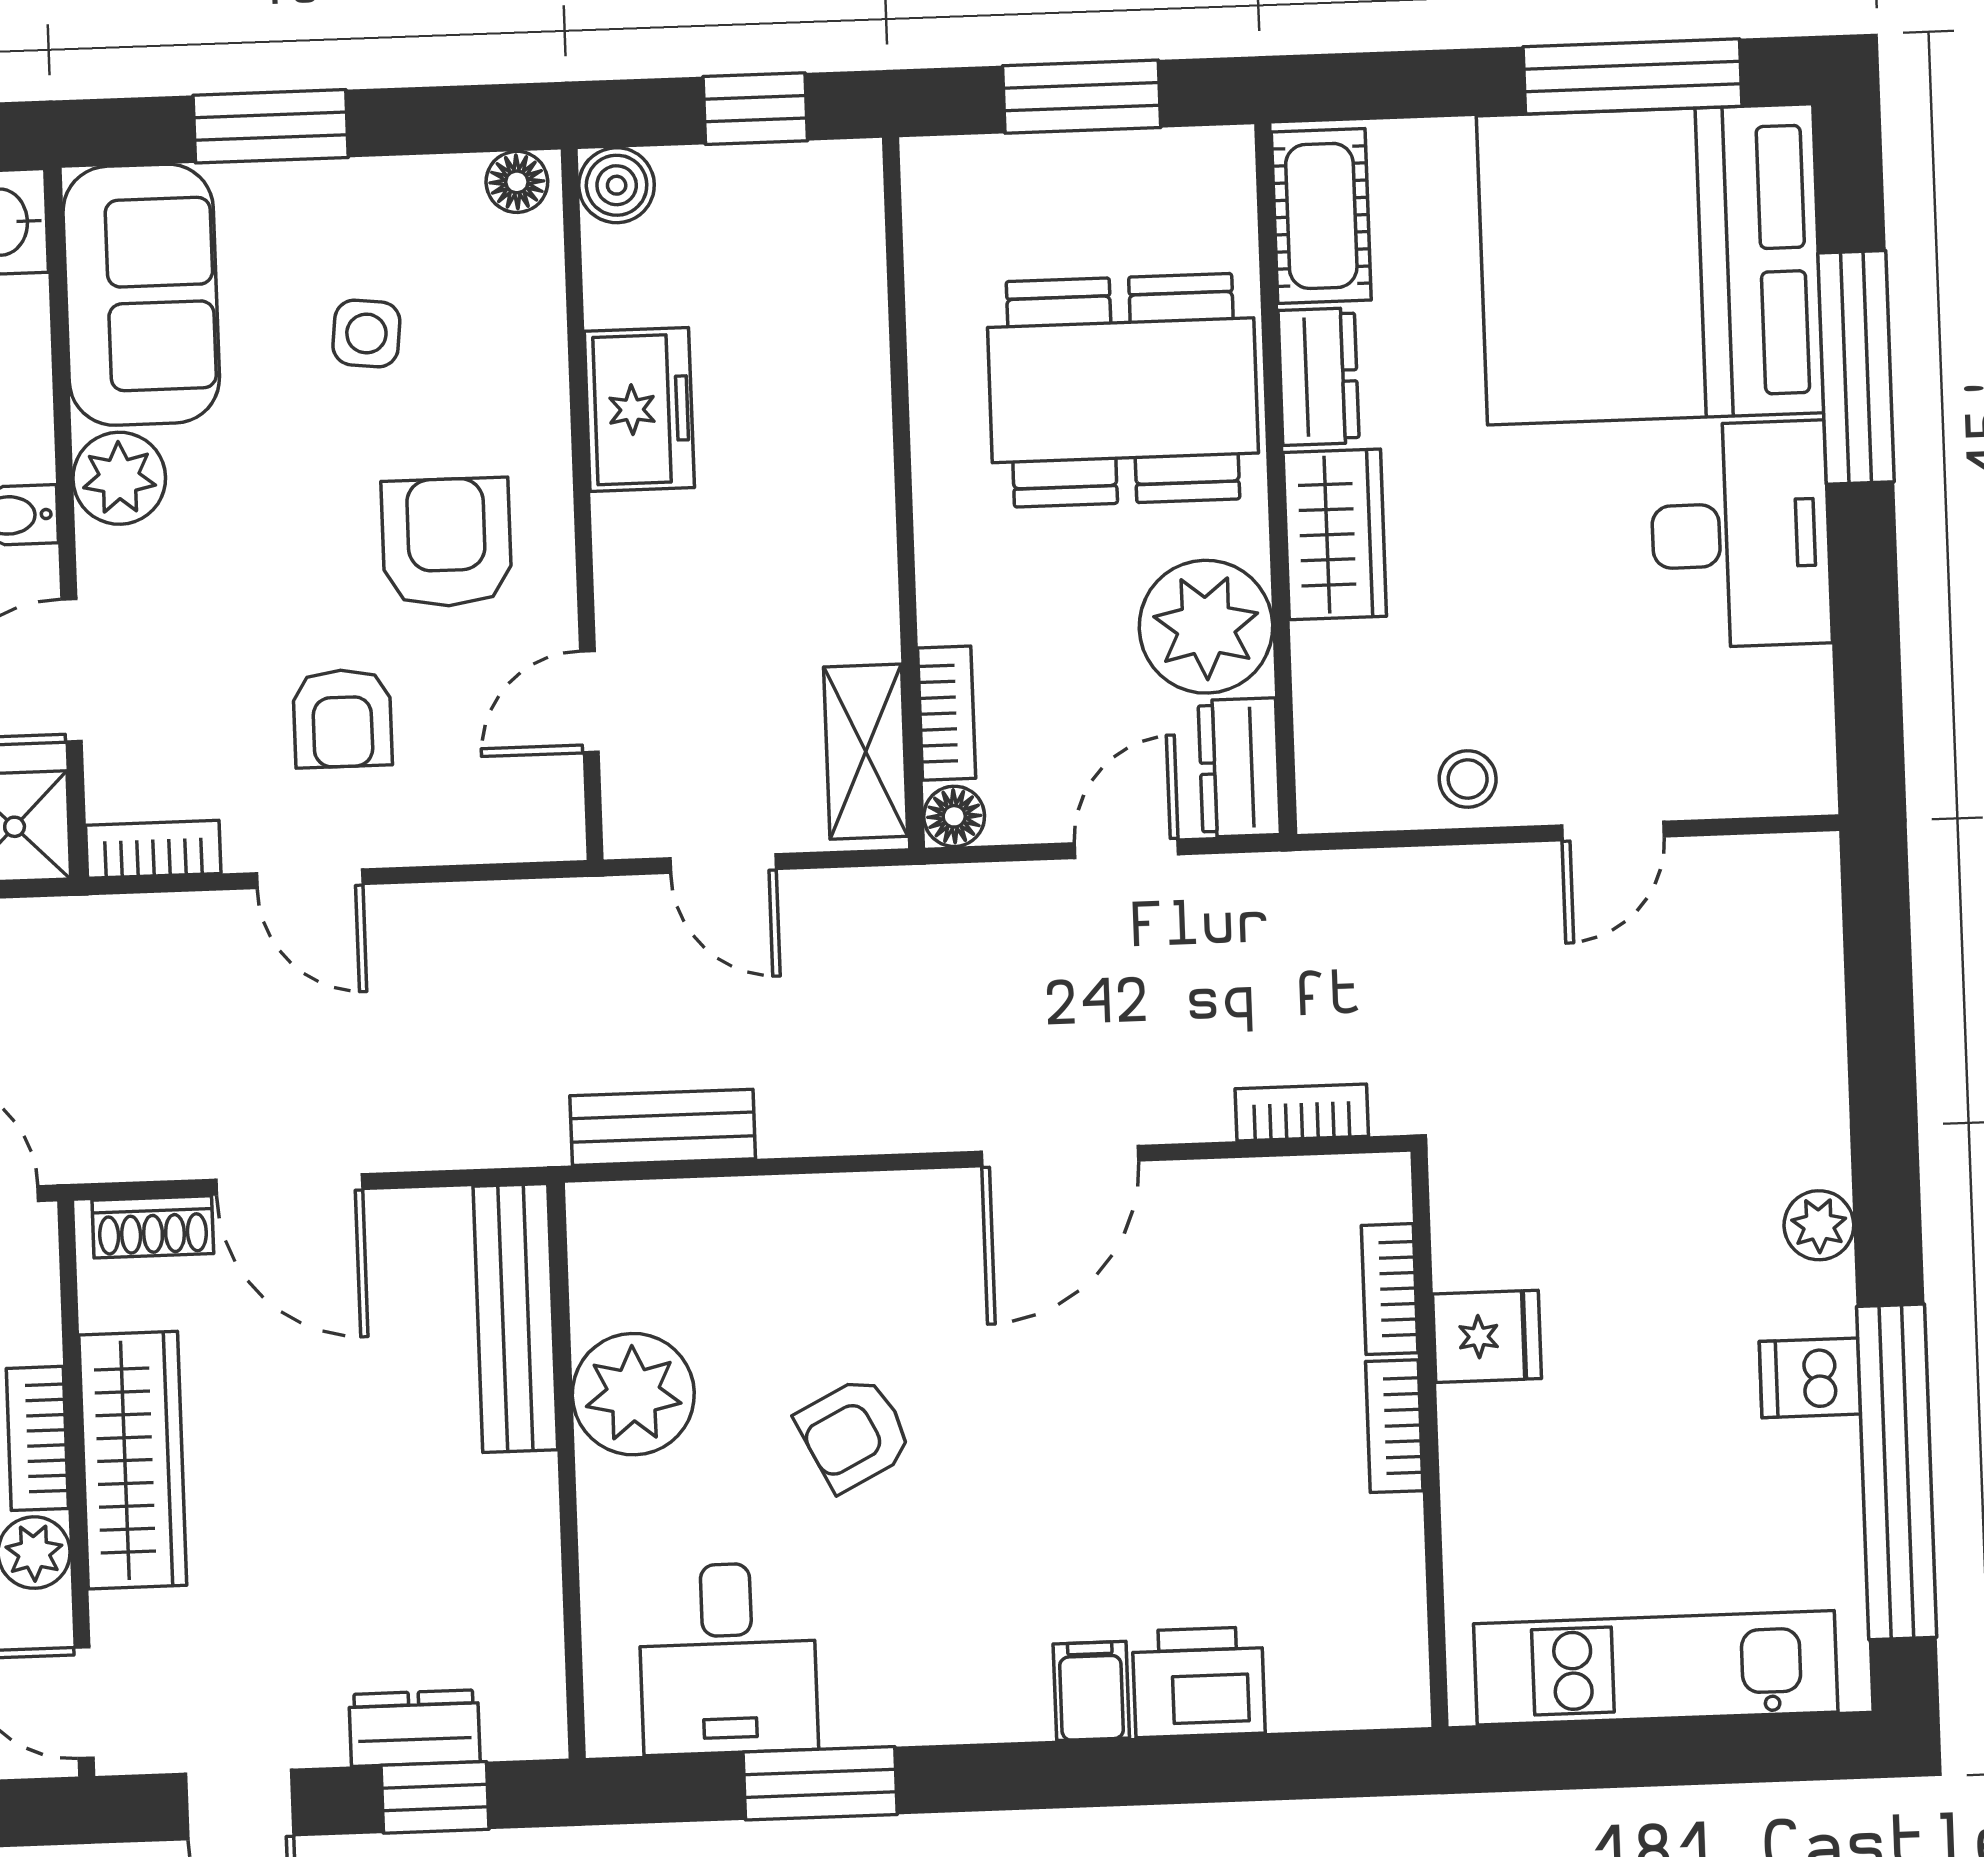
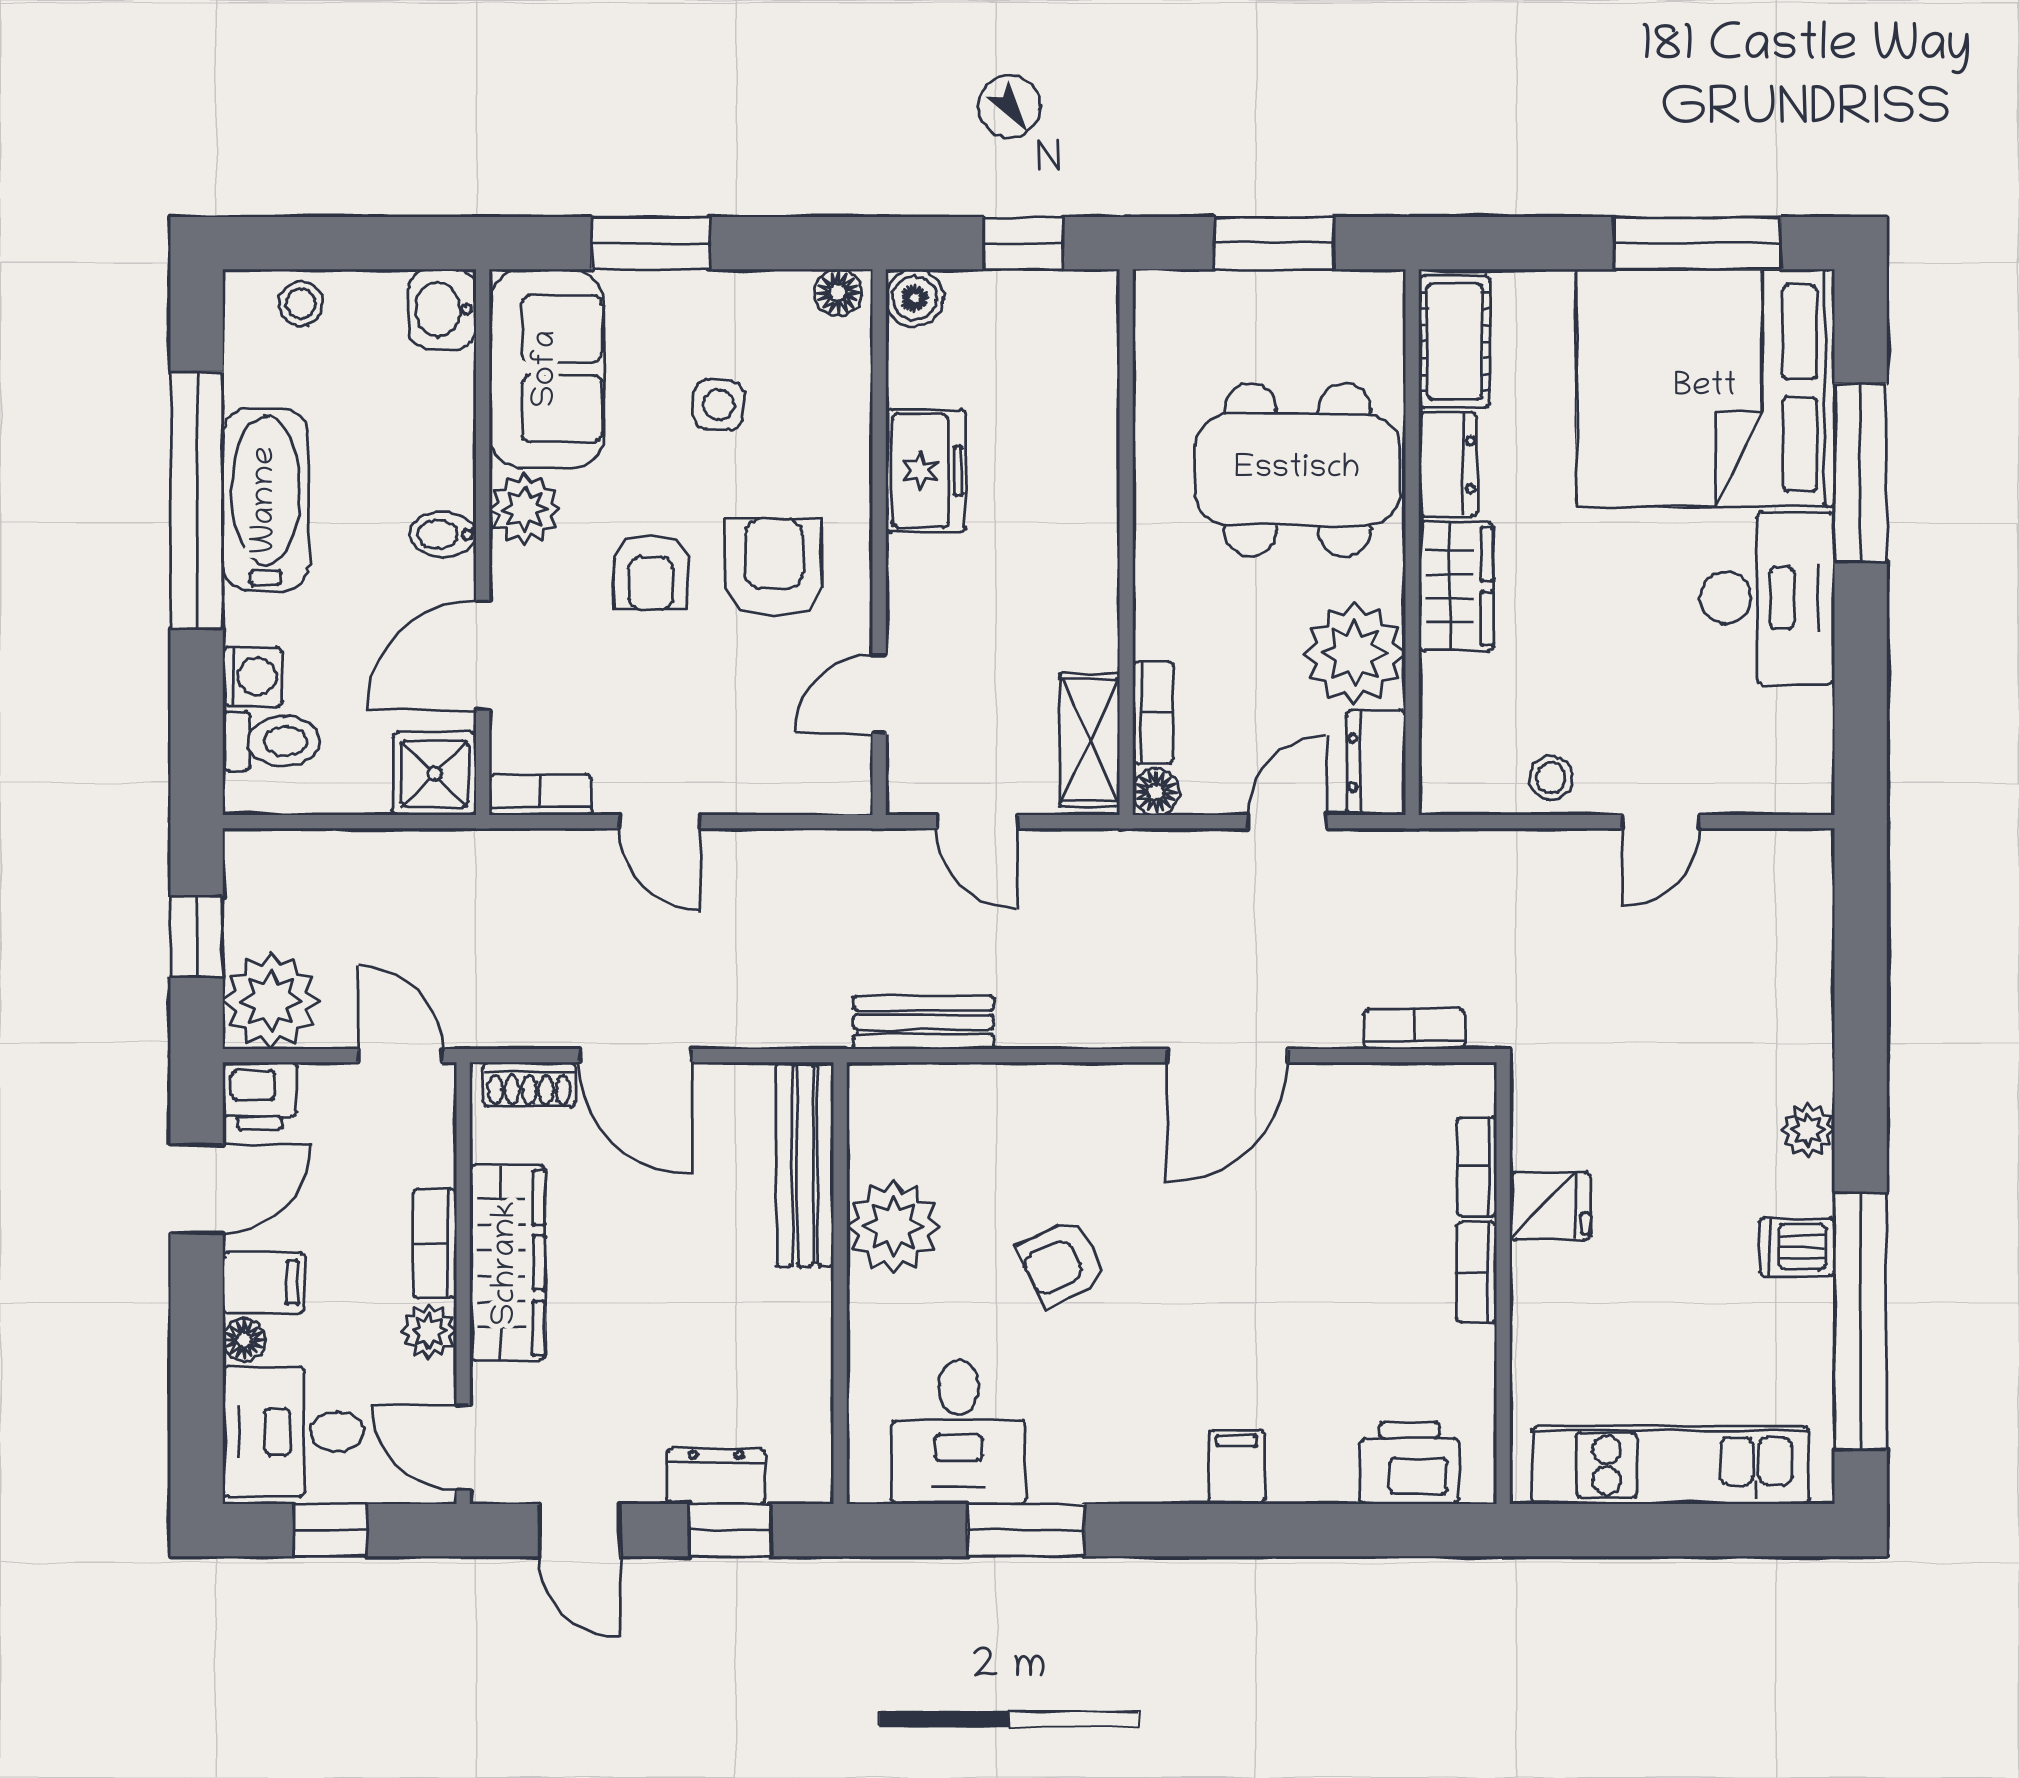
armchair: (342, 718) -> (650, 573), moved
printer: (1199, 1682) -> (1409, 1463), moved

